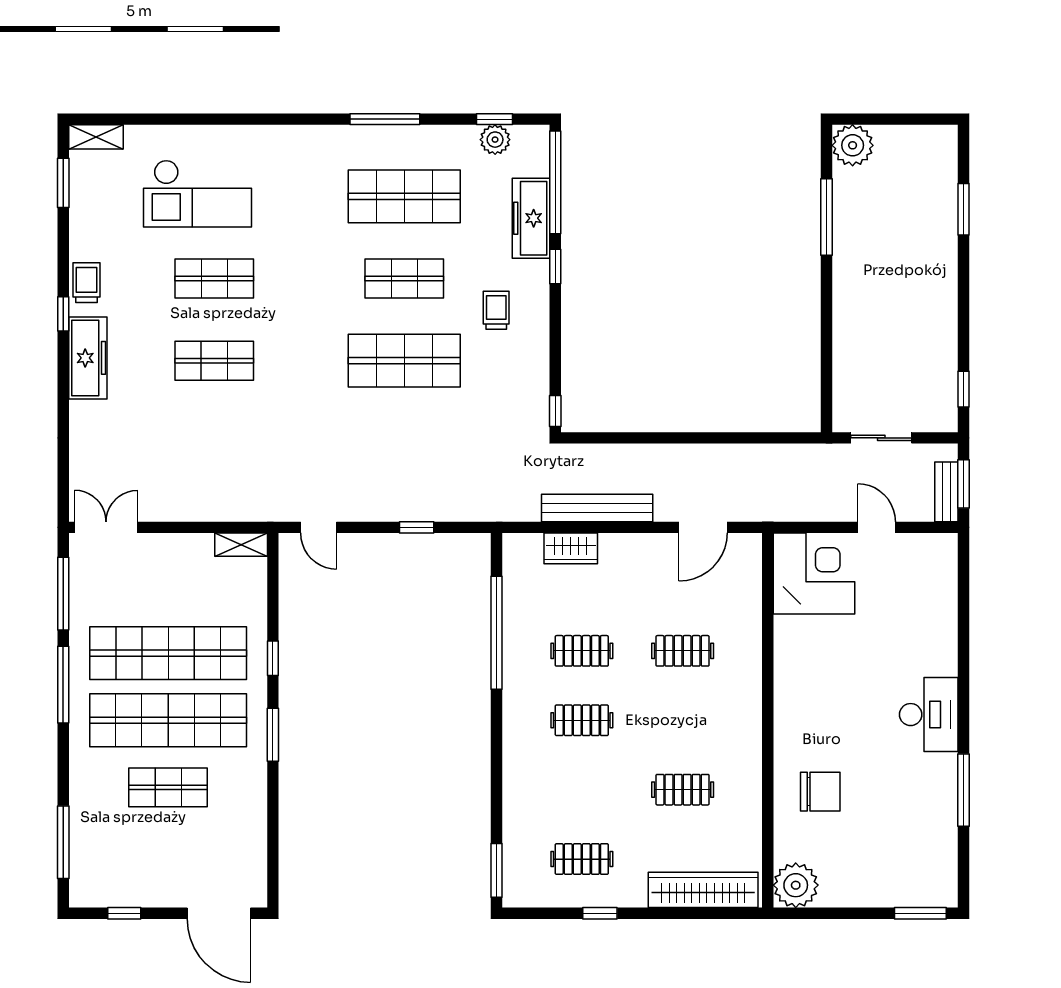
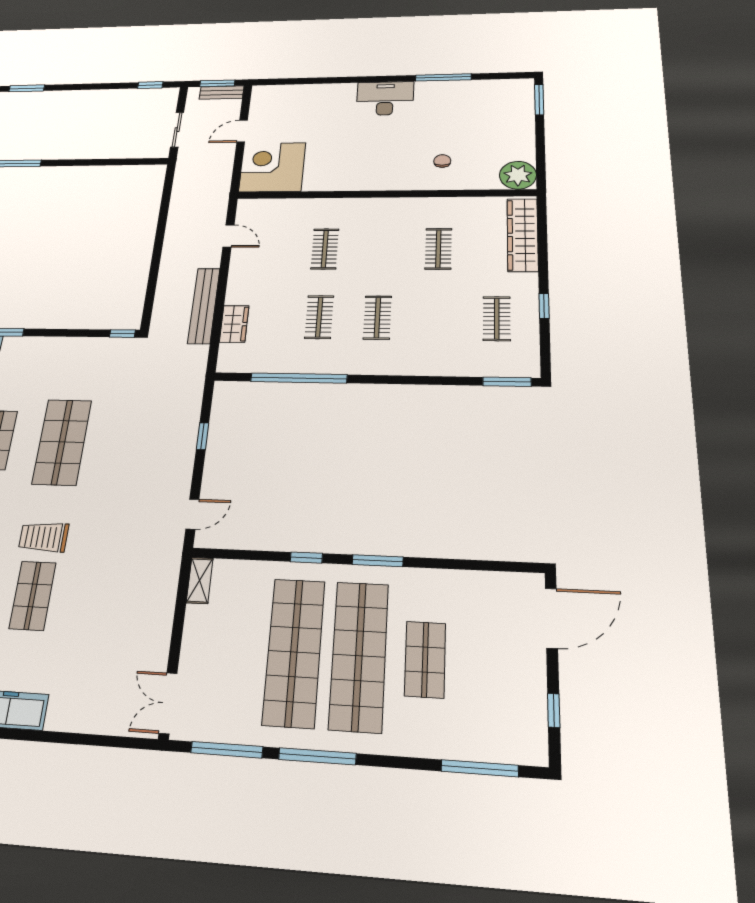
trolley: (496, 310) -> (44, 537), moved, width x1.36, depth x1.39
door: (703, 527) -> (229, 236), width x0.73
chair: (820, 792) -> (442, 161), width x0.54, depth x0.54

